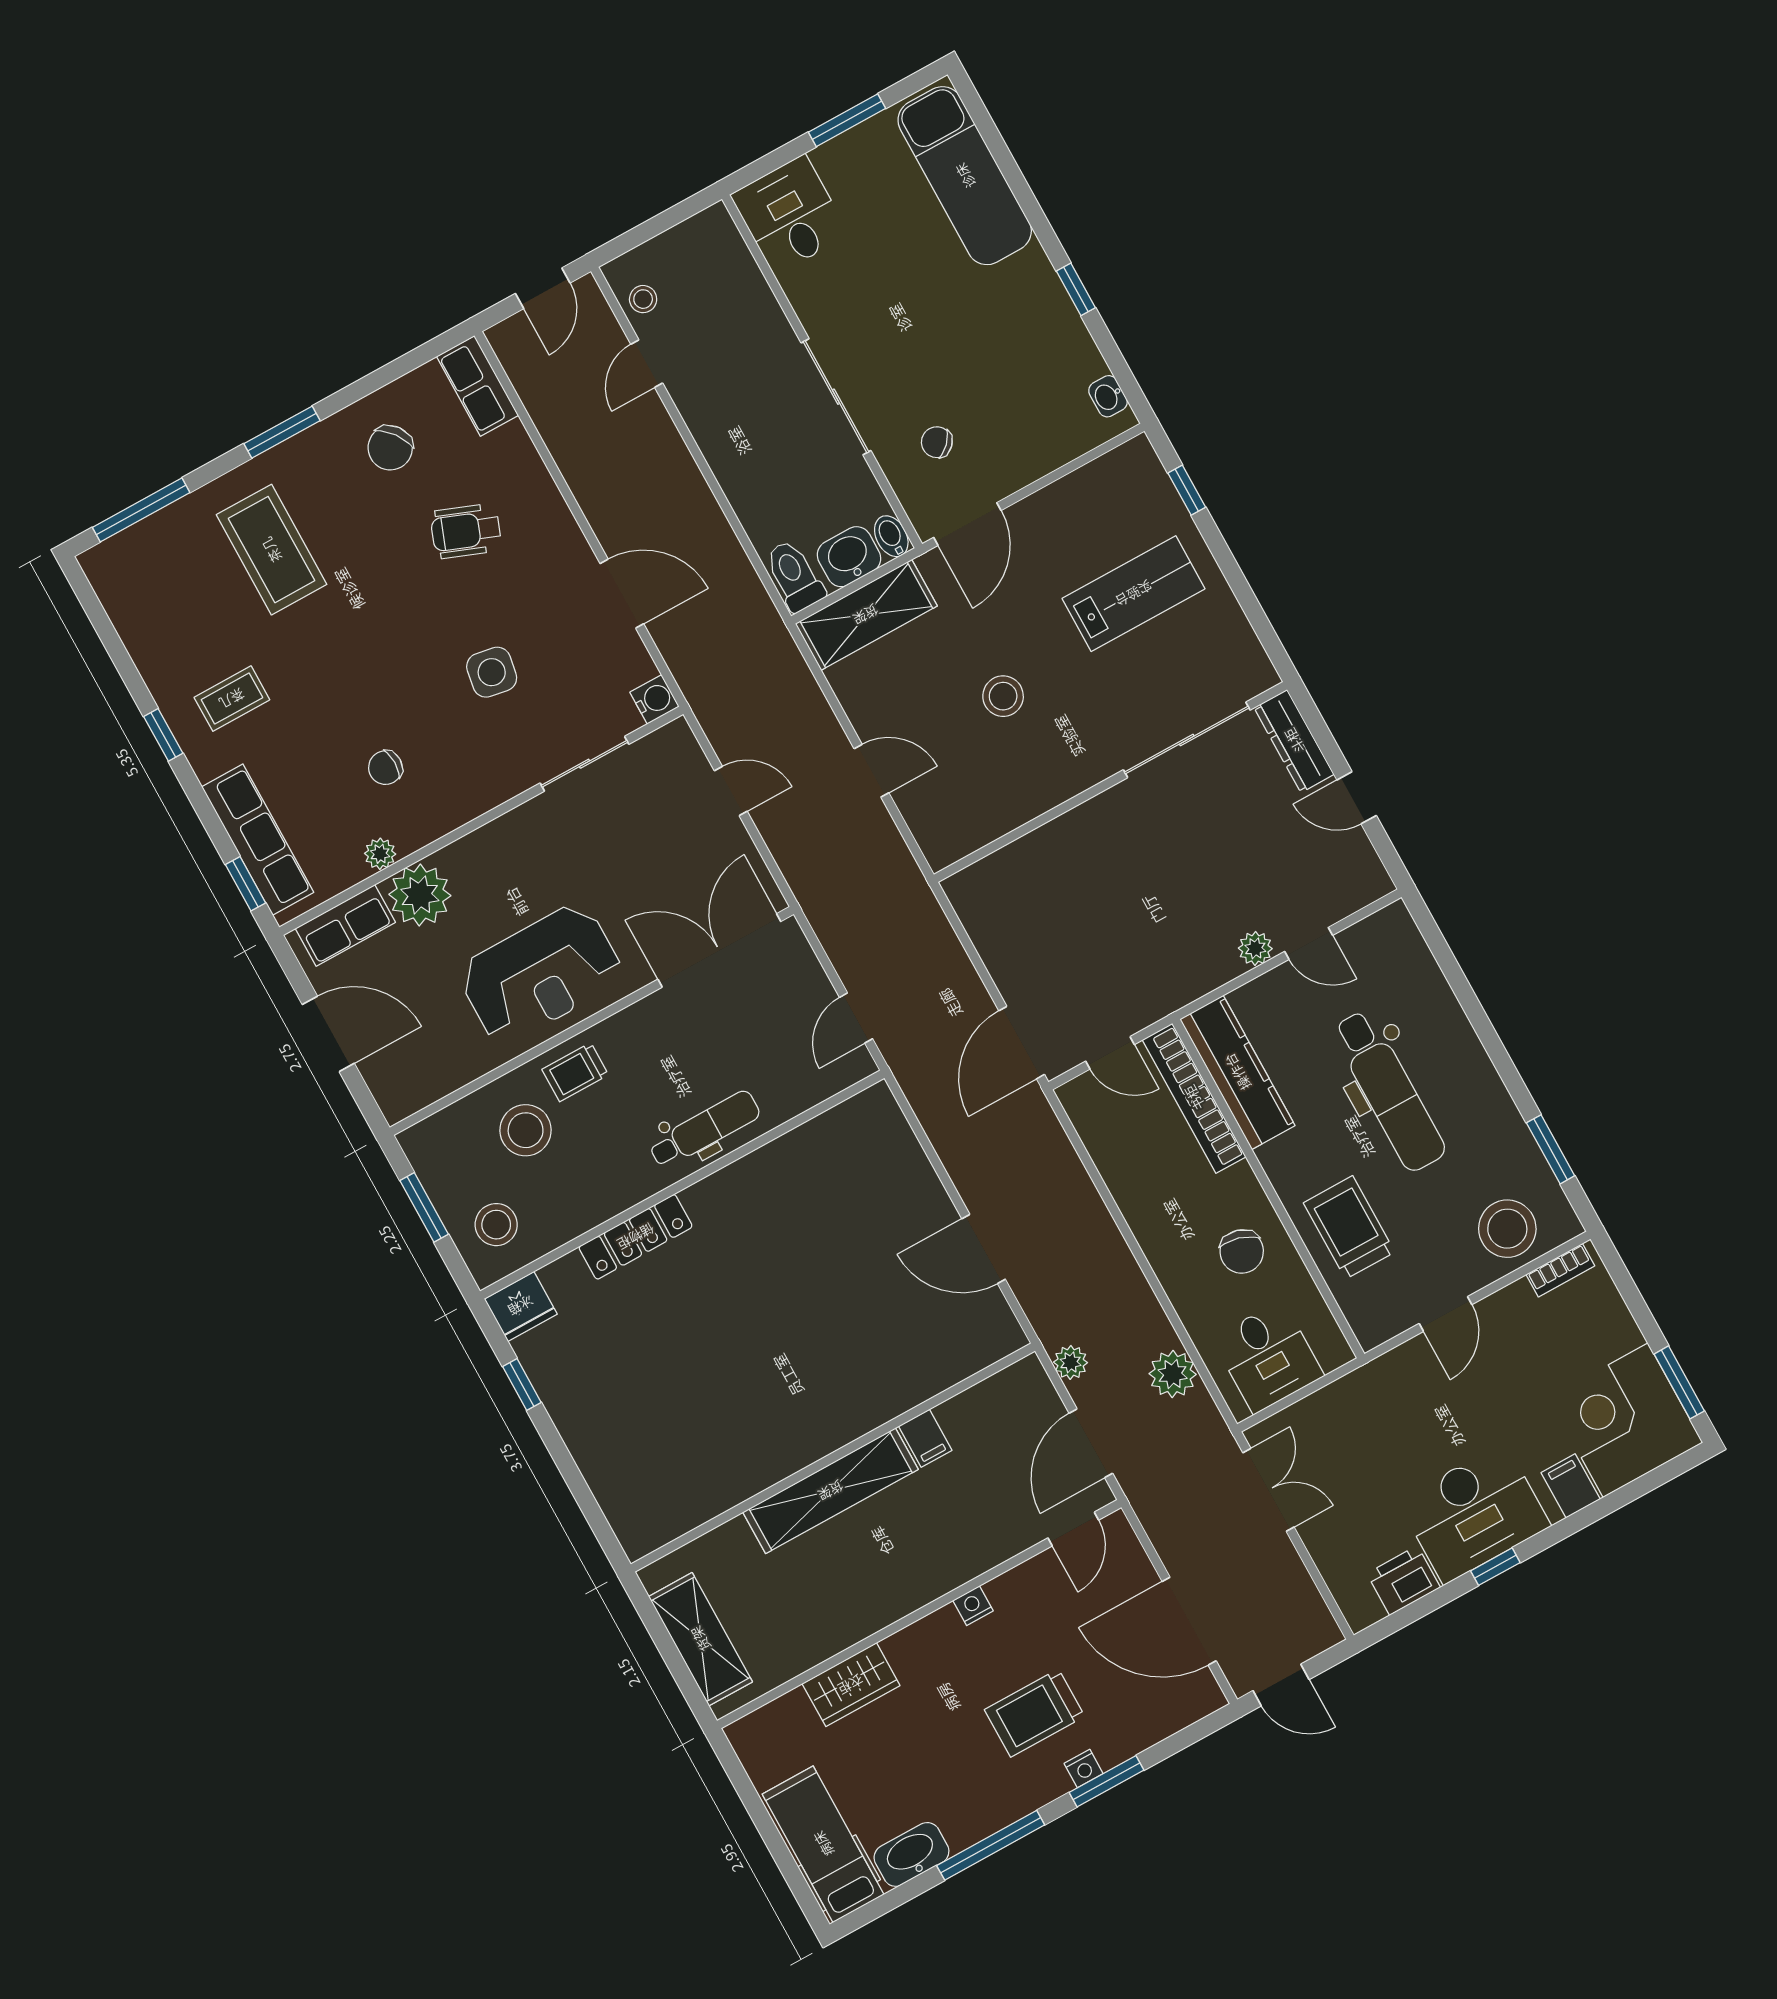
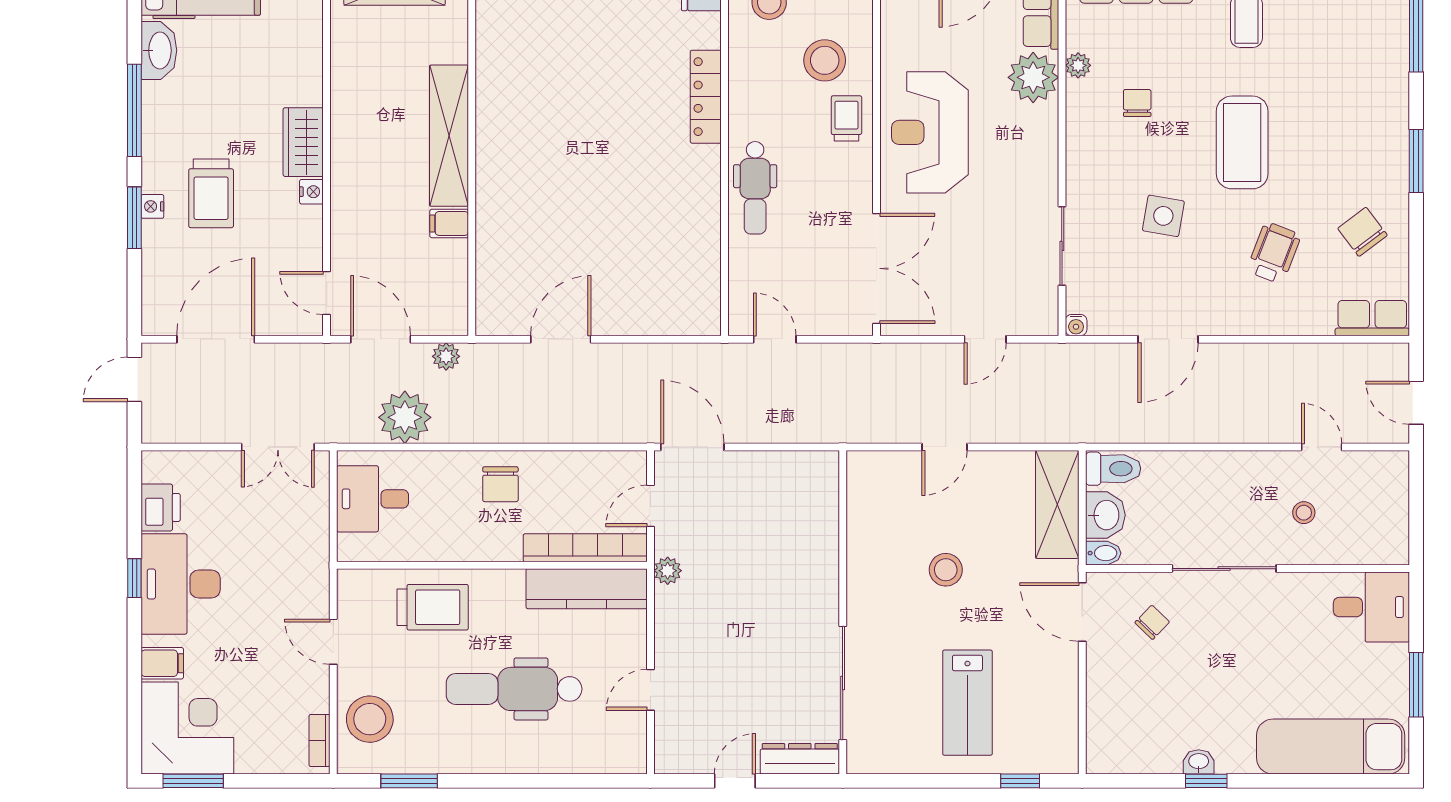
stool: (643, 299) -> (1304, 513), moved
washbasin: (1108, 396) -> (1199, 762), moved
coffee table: (271, 550) -> (1242, 142), moved, turned 90
water cooler: (655, 699) -> (1076, 325), width x0.72, depth x0.72
plant: (1255, 948) -> (668, 571), moved
chair: (1242, 1251) -> (500, 484), moved, turned -106
plant: (1173, 1374) -> (405, 417), width x1.36, depth x1.36
wardrobe: (851, 1685) -> (303, 142), moved
trolley: (1035, 1713) -> (211, 193), turned 180

